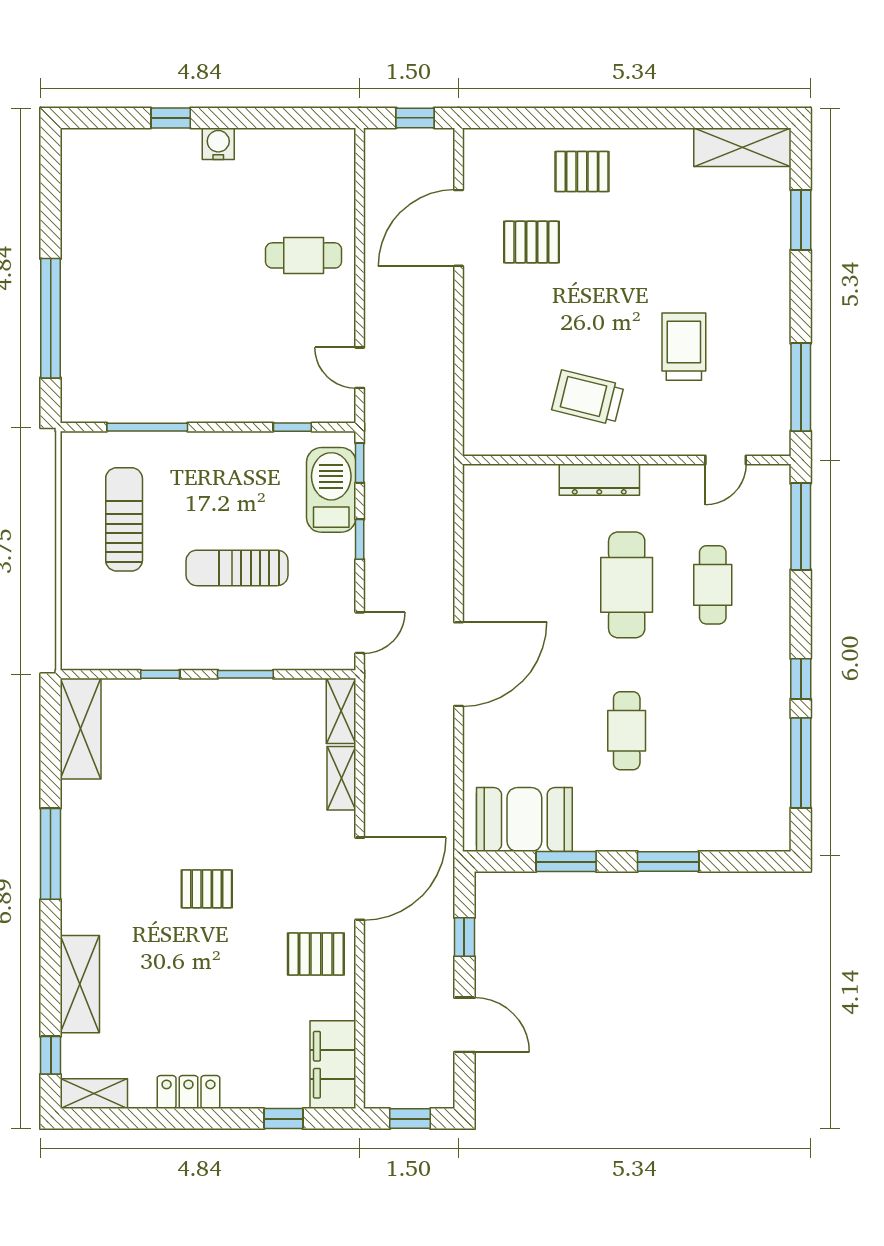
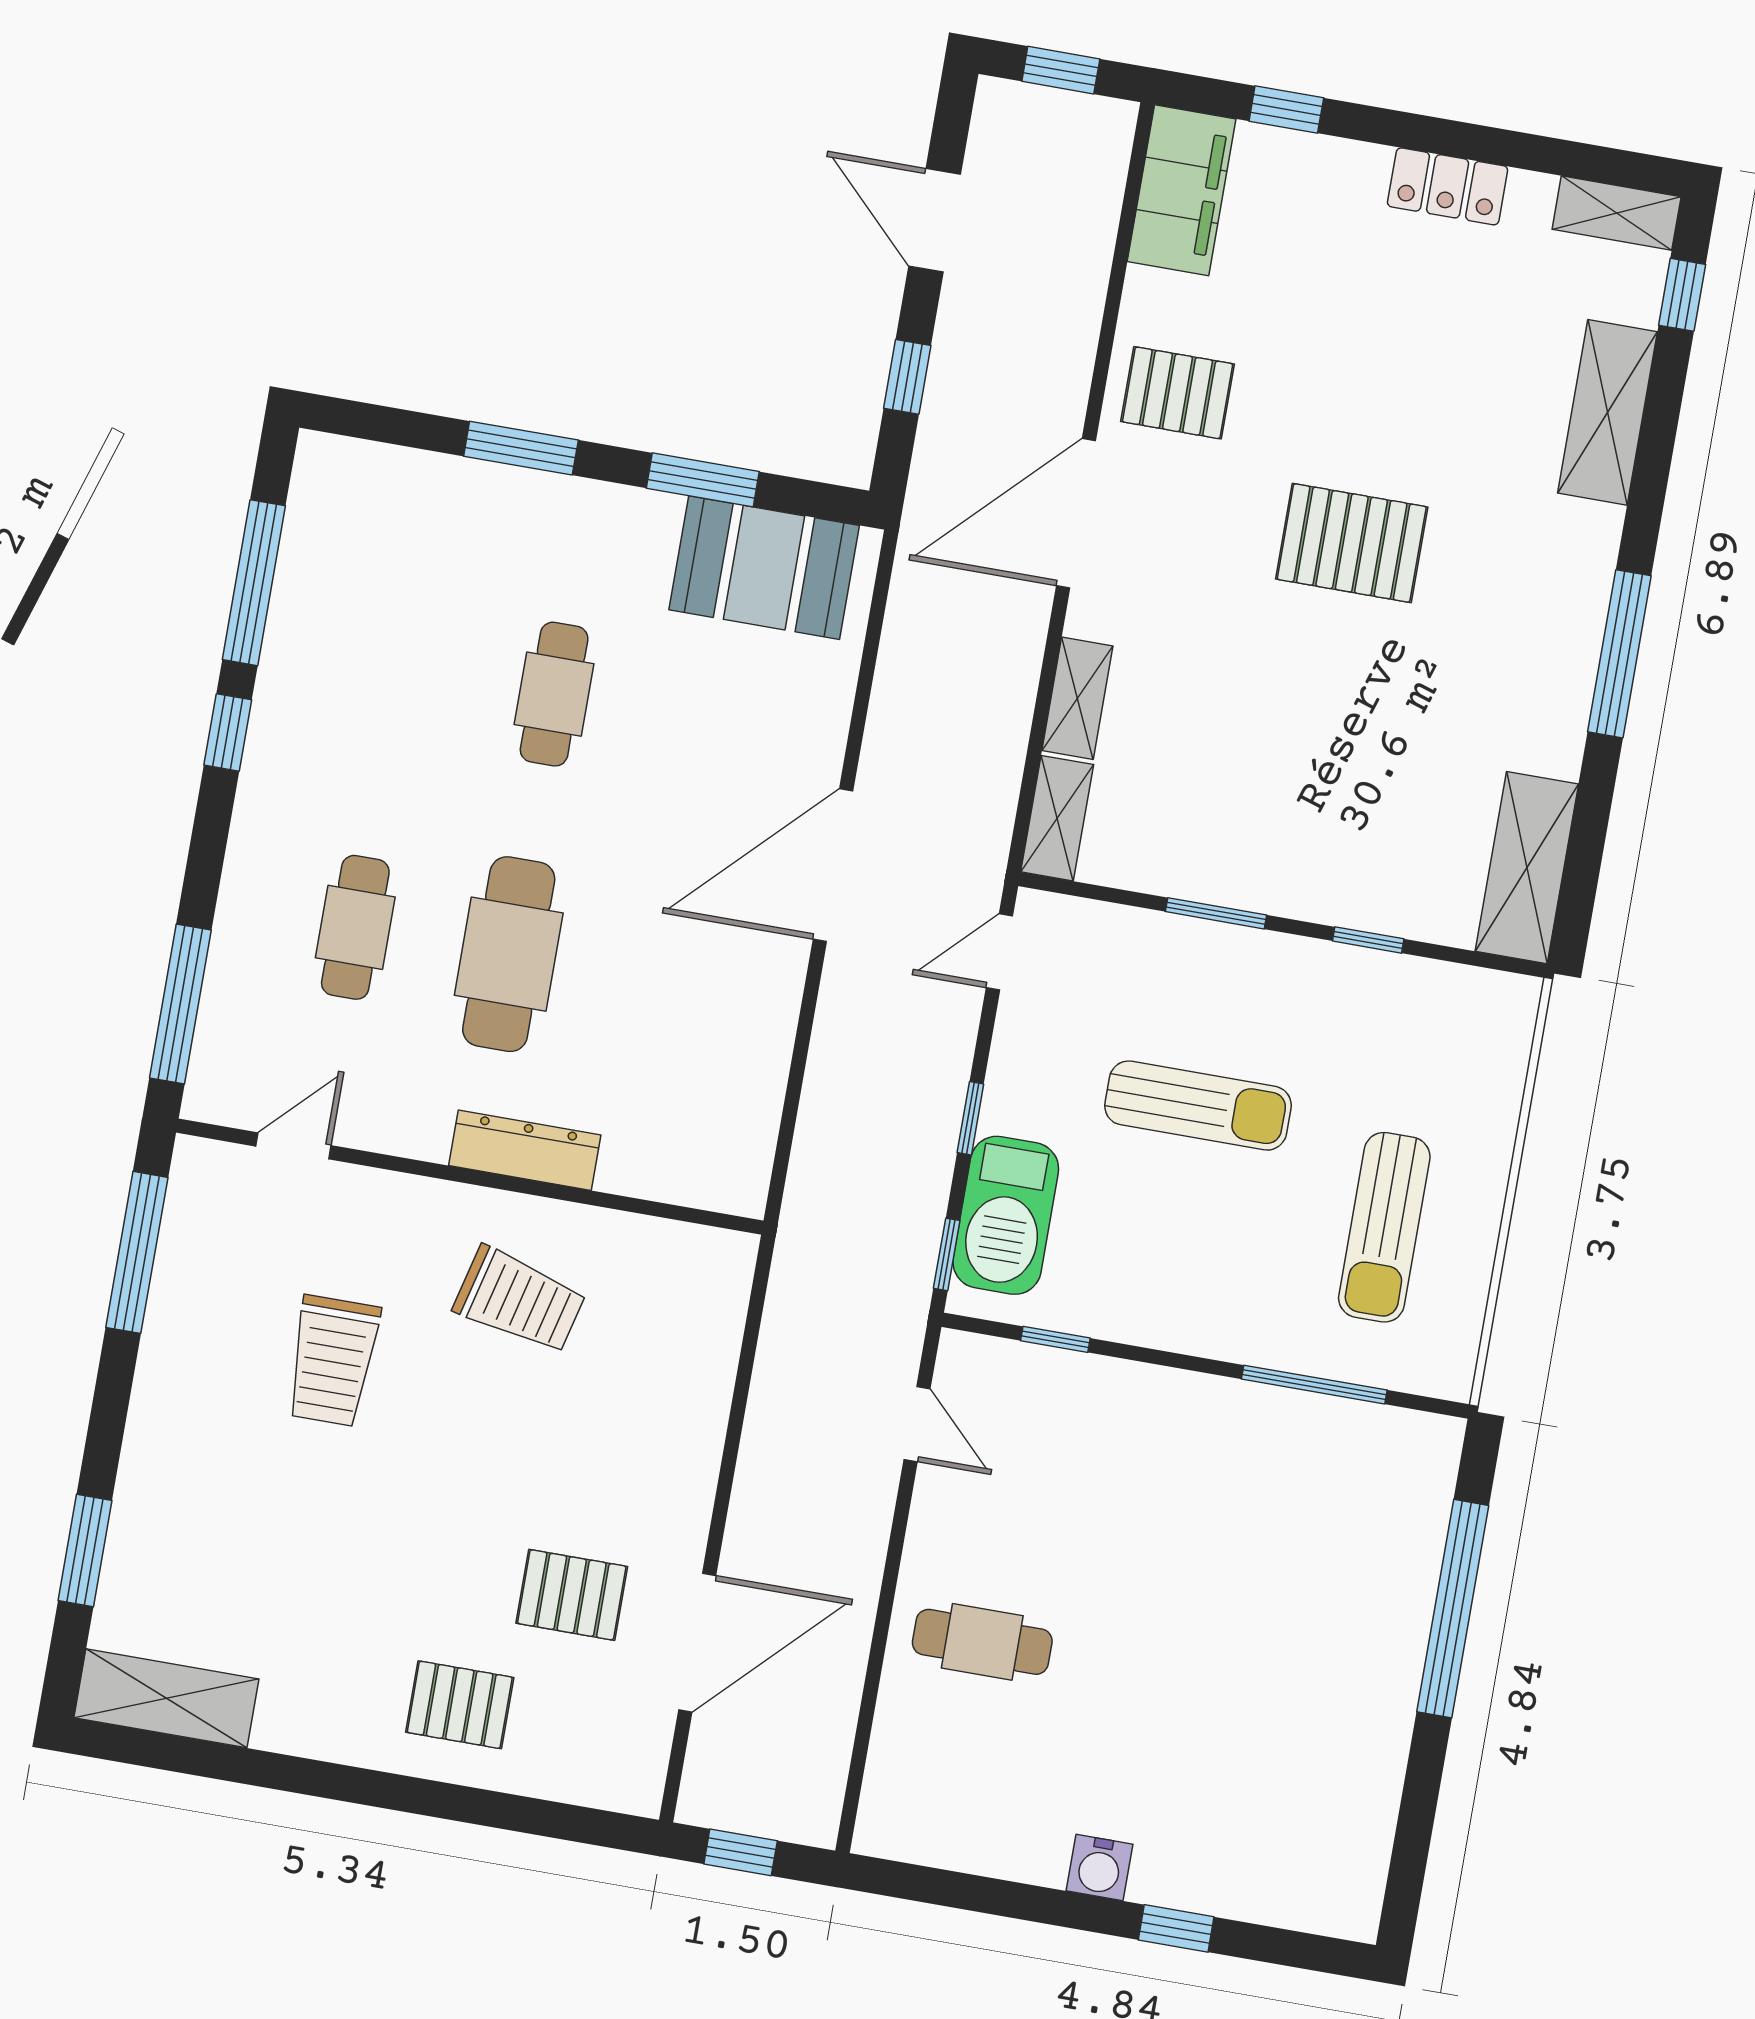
pallet: (207, 889) -> (1352, 543), width x1.50, depth x1.42

